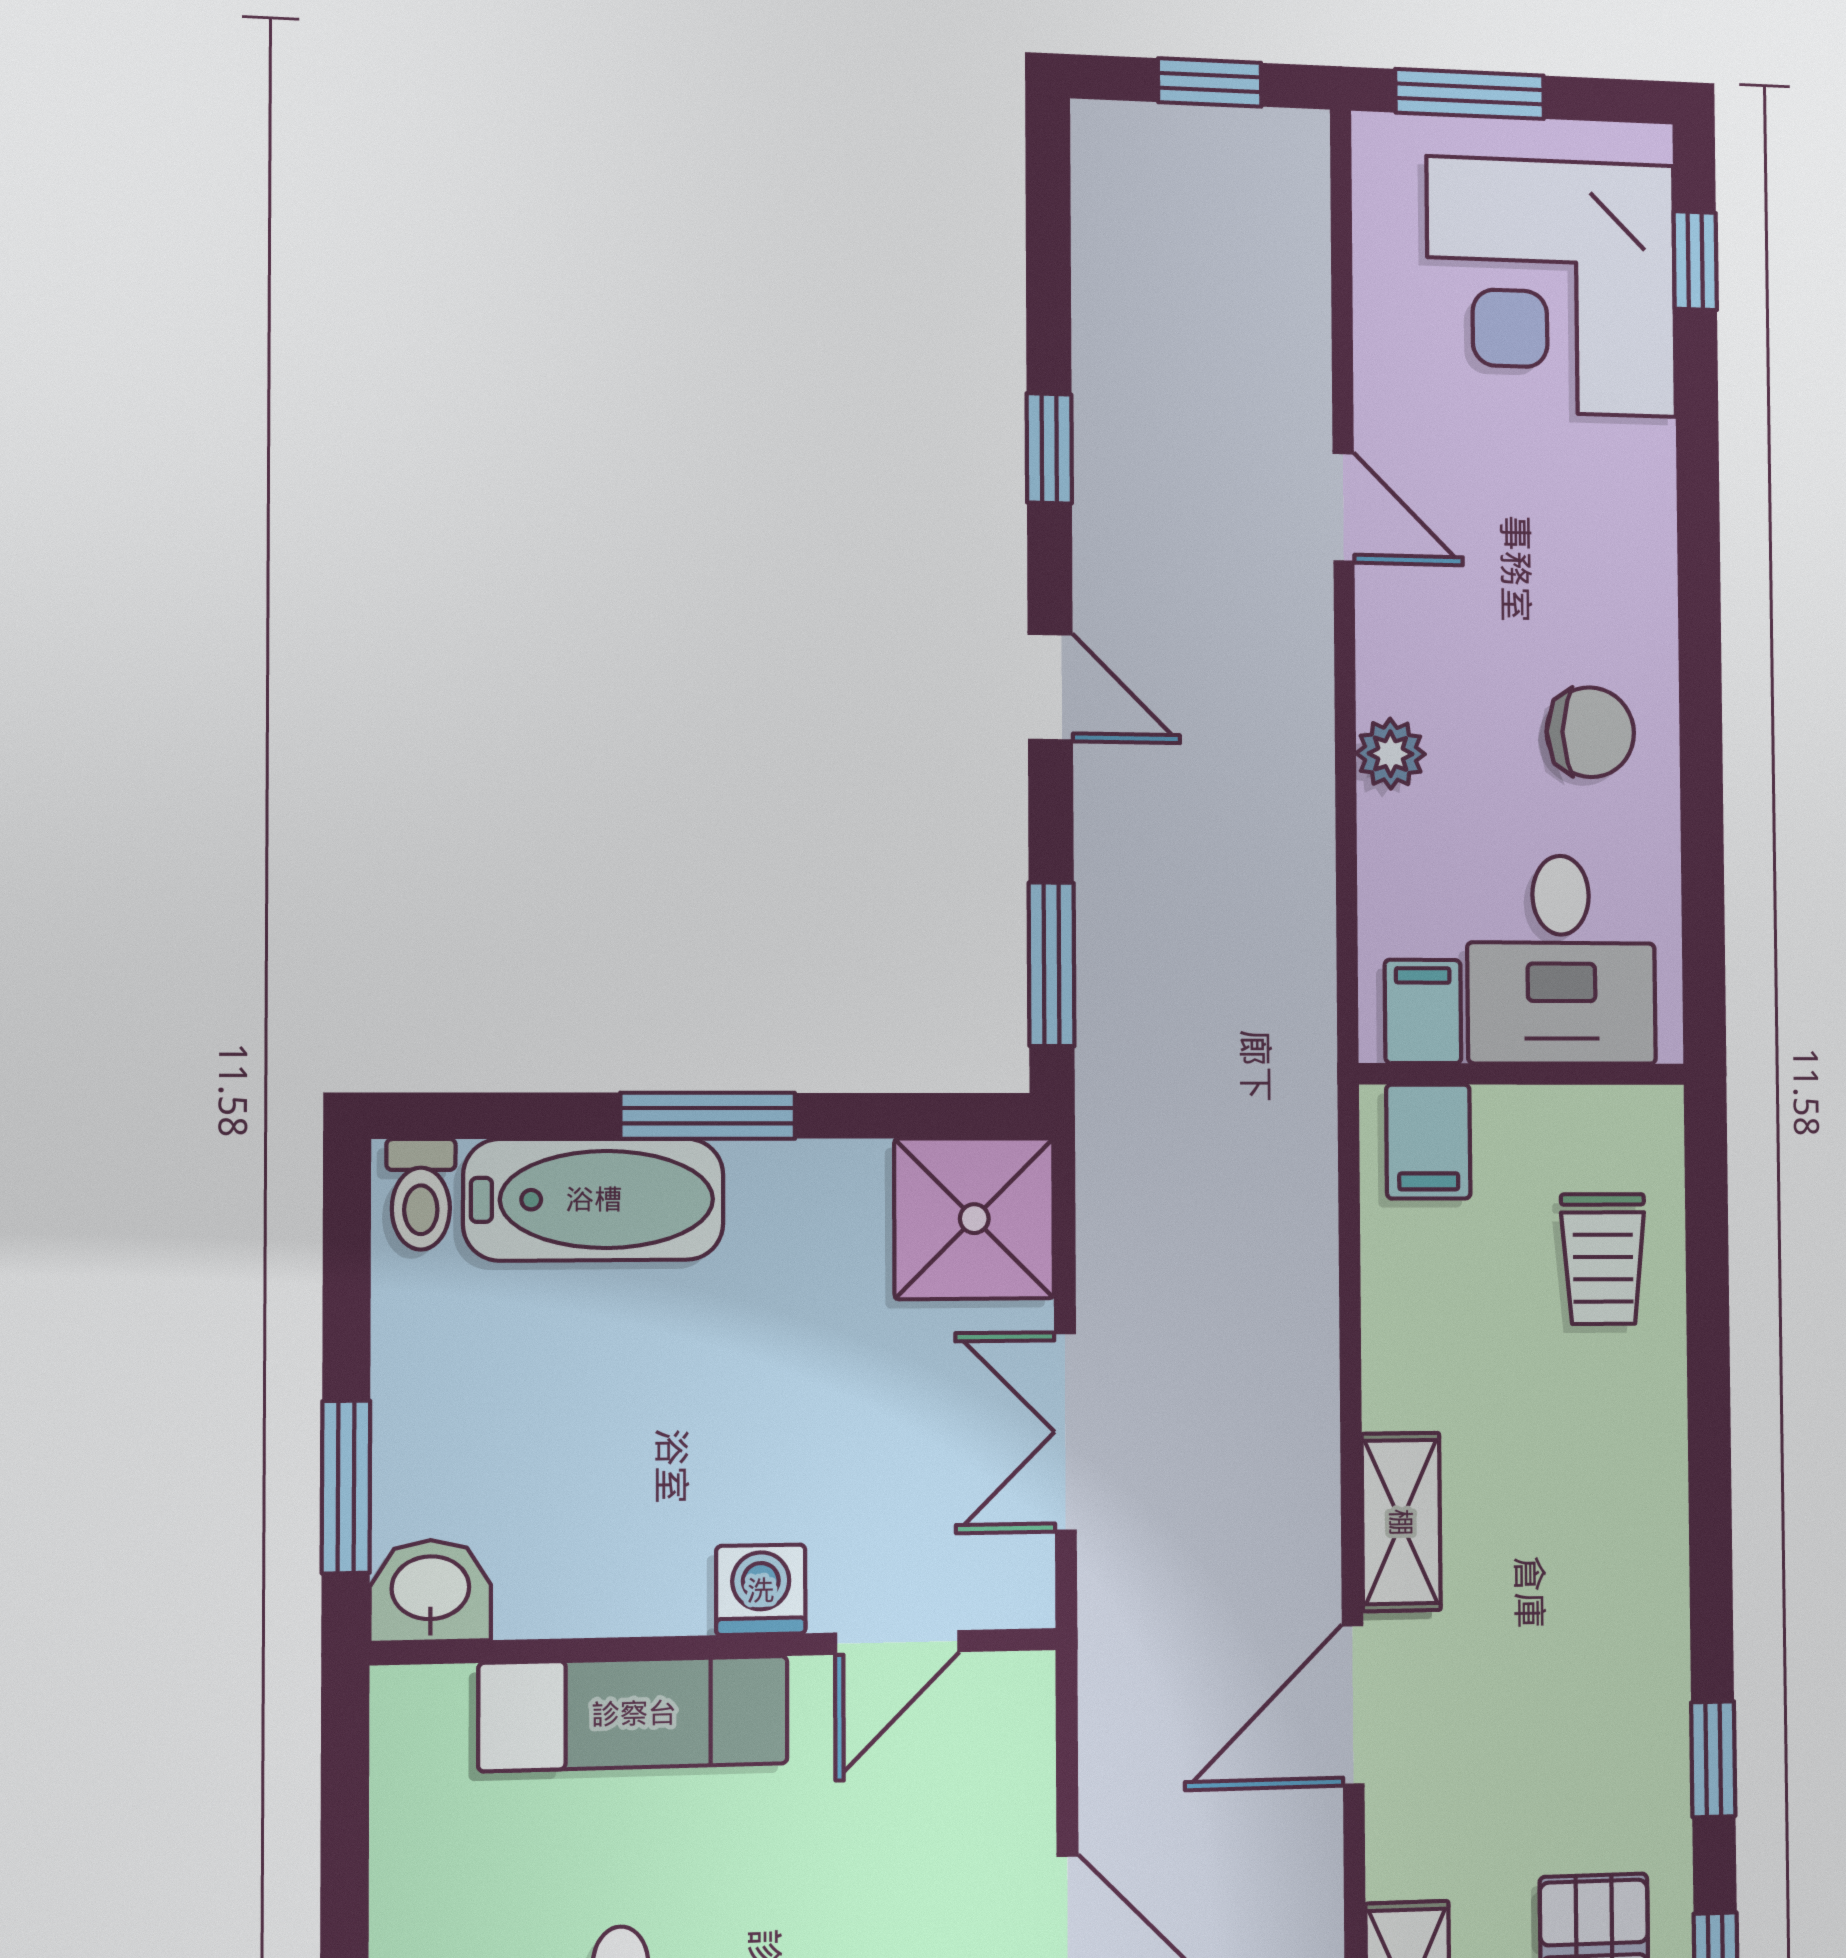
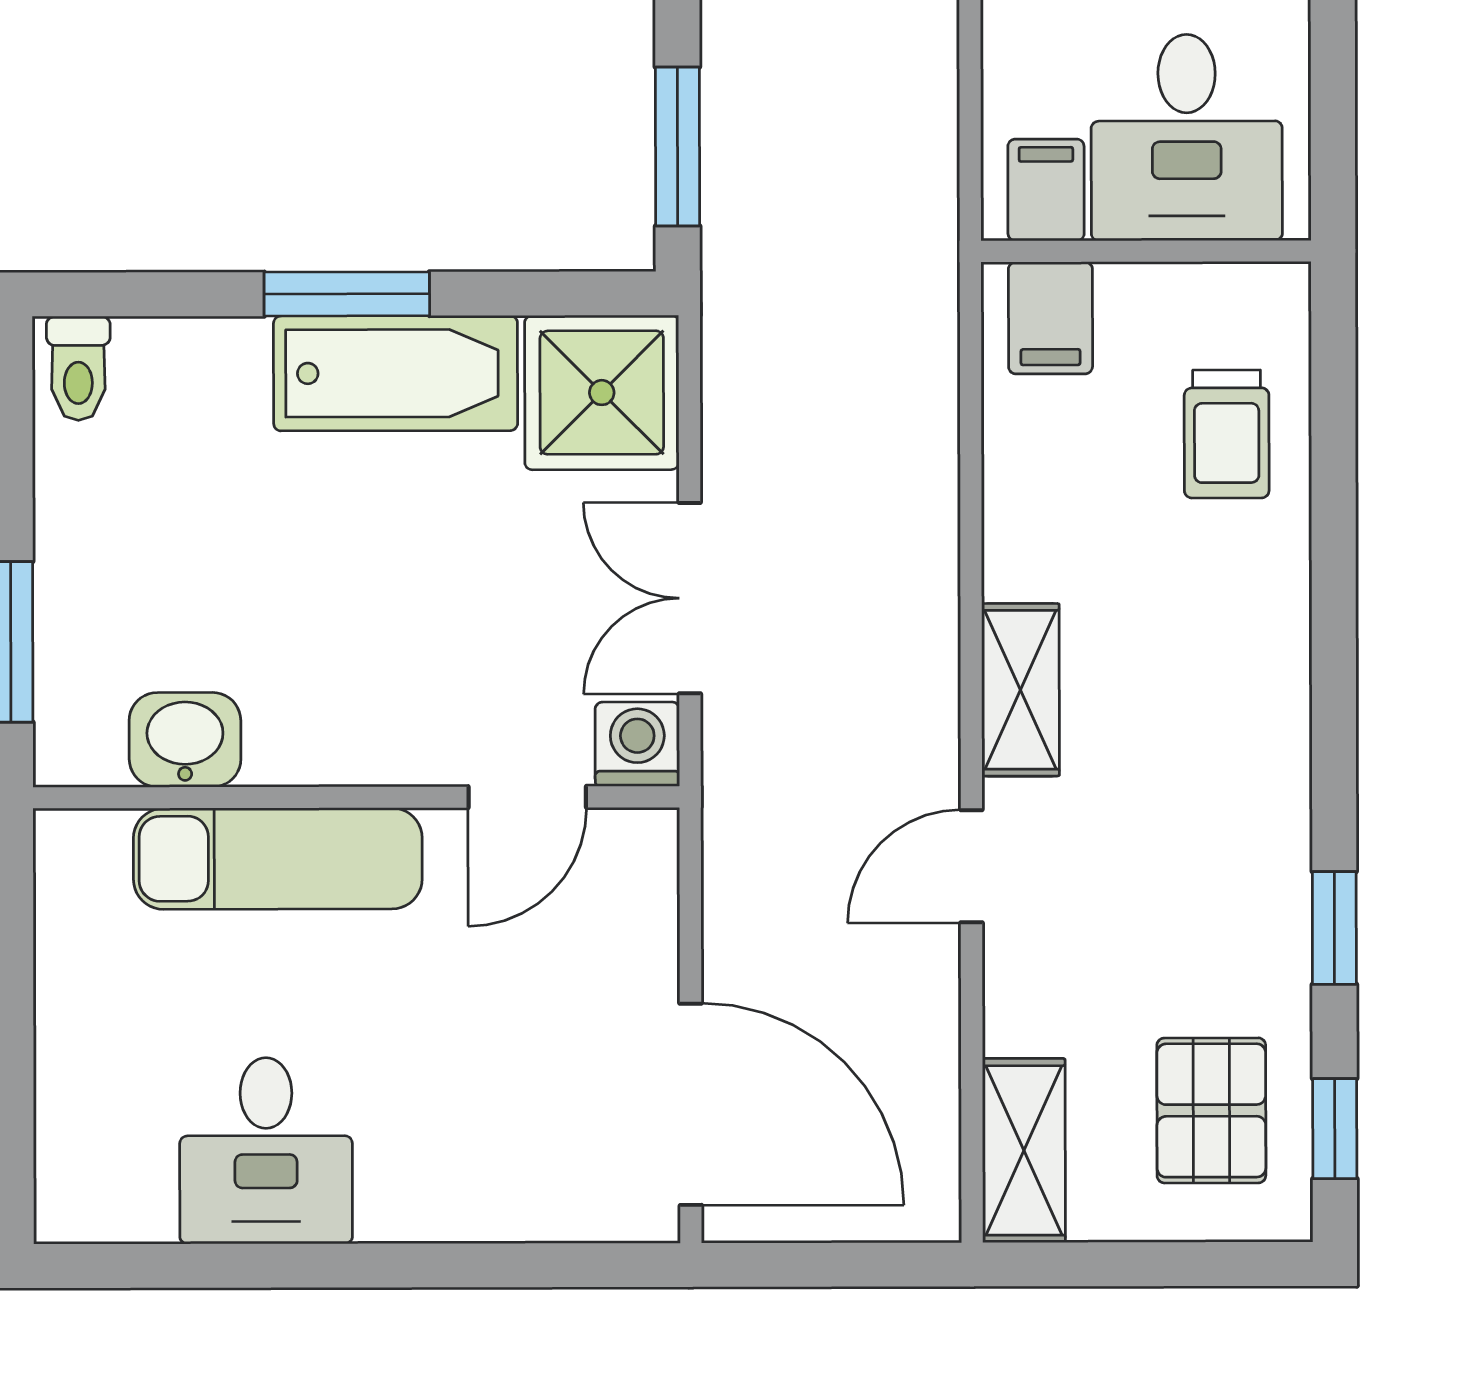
bathtub: (594, 1199) -> (396, 373), moved
washing machine: (761, 1590) -> (637, 744), moved
washbasin: (430, 1591) -> (185, 740), moved
door: (1353, 1705) -> (971, 866), width x0.73

